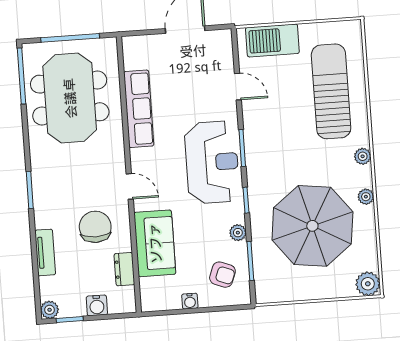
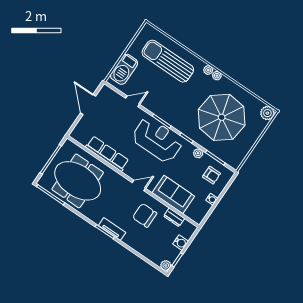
plant: (366, 197) -> (217, 76), moved
tv unit: (45, 252) -> (112, 229), moved
armchair: (222, 275) -> (211, 175), turned 69

